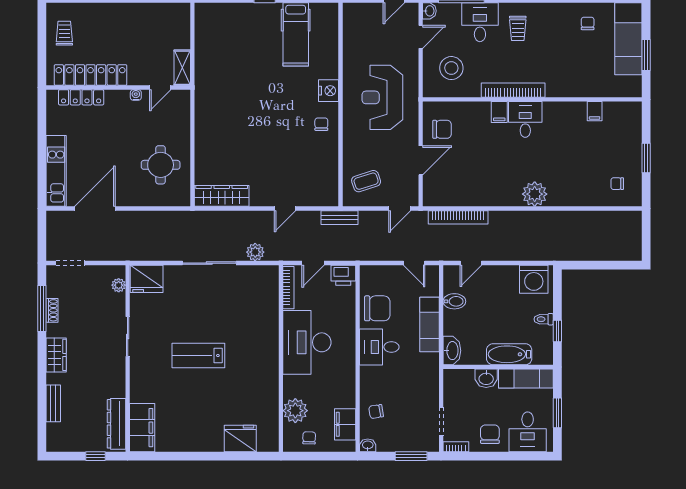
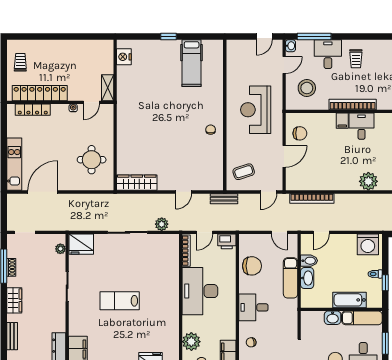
nightstand: (329, 91) -> (124, 57), moved, turned 180
desk: (379, 347) -> (253, 307), moved
washbasin: (452, 351) -> (307, 278), moved

